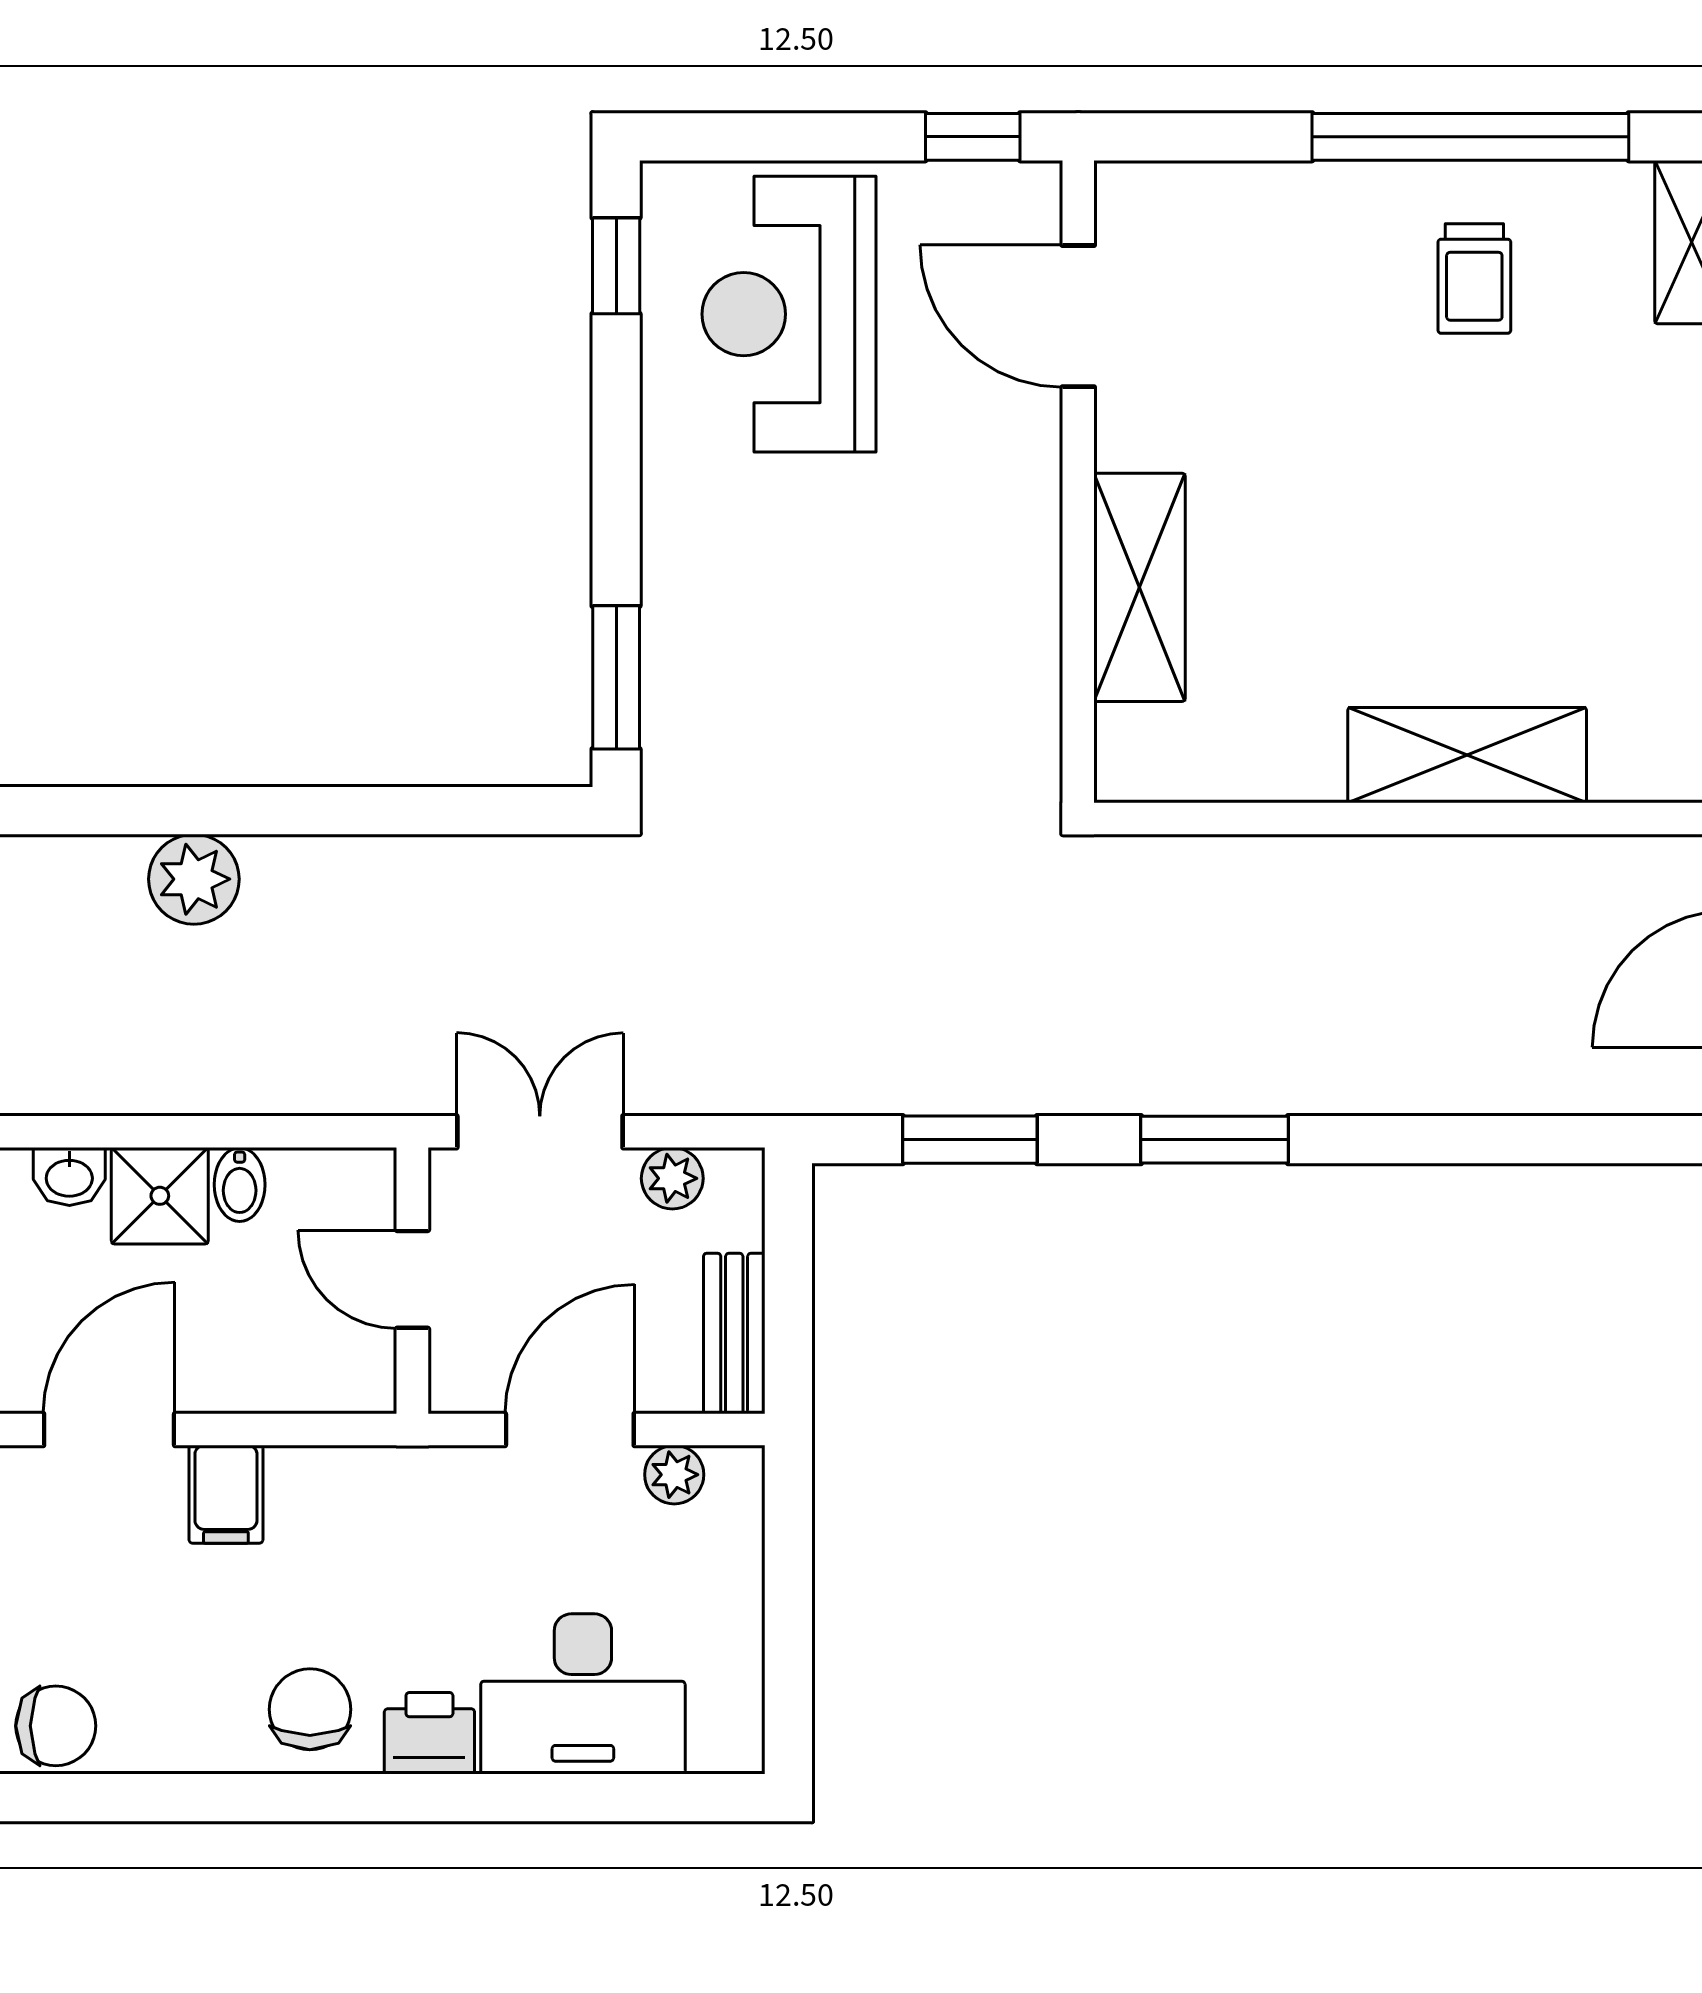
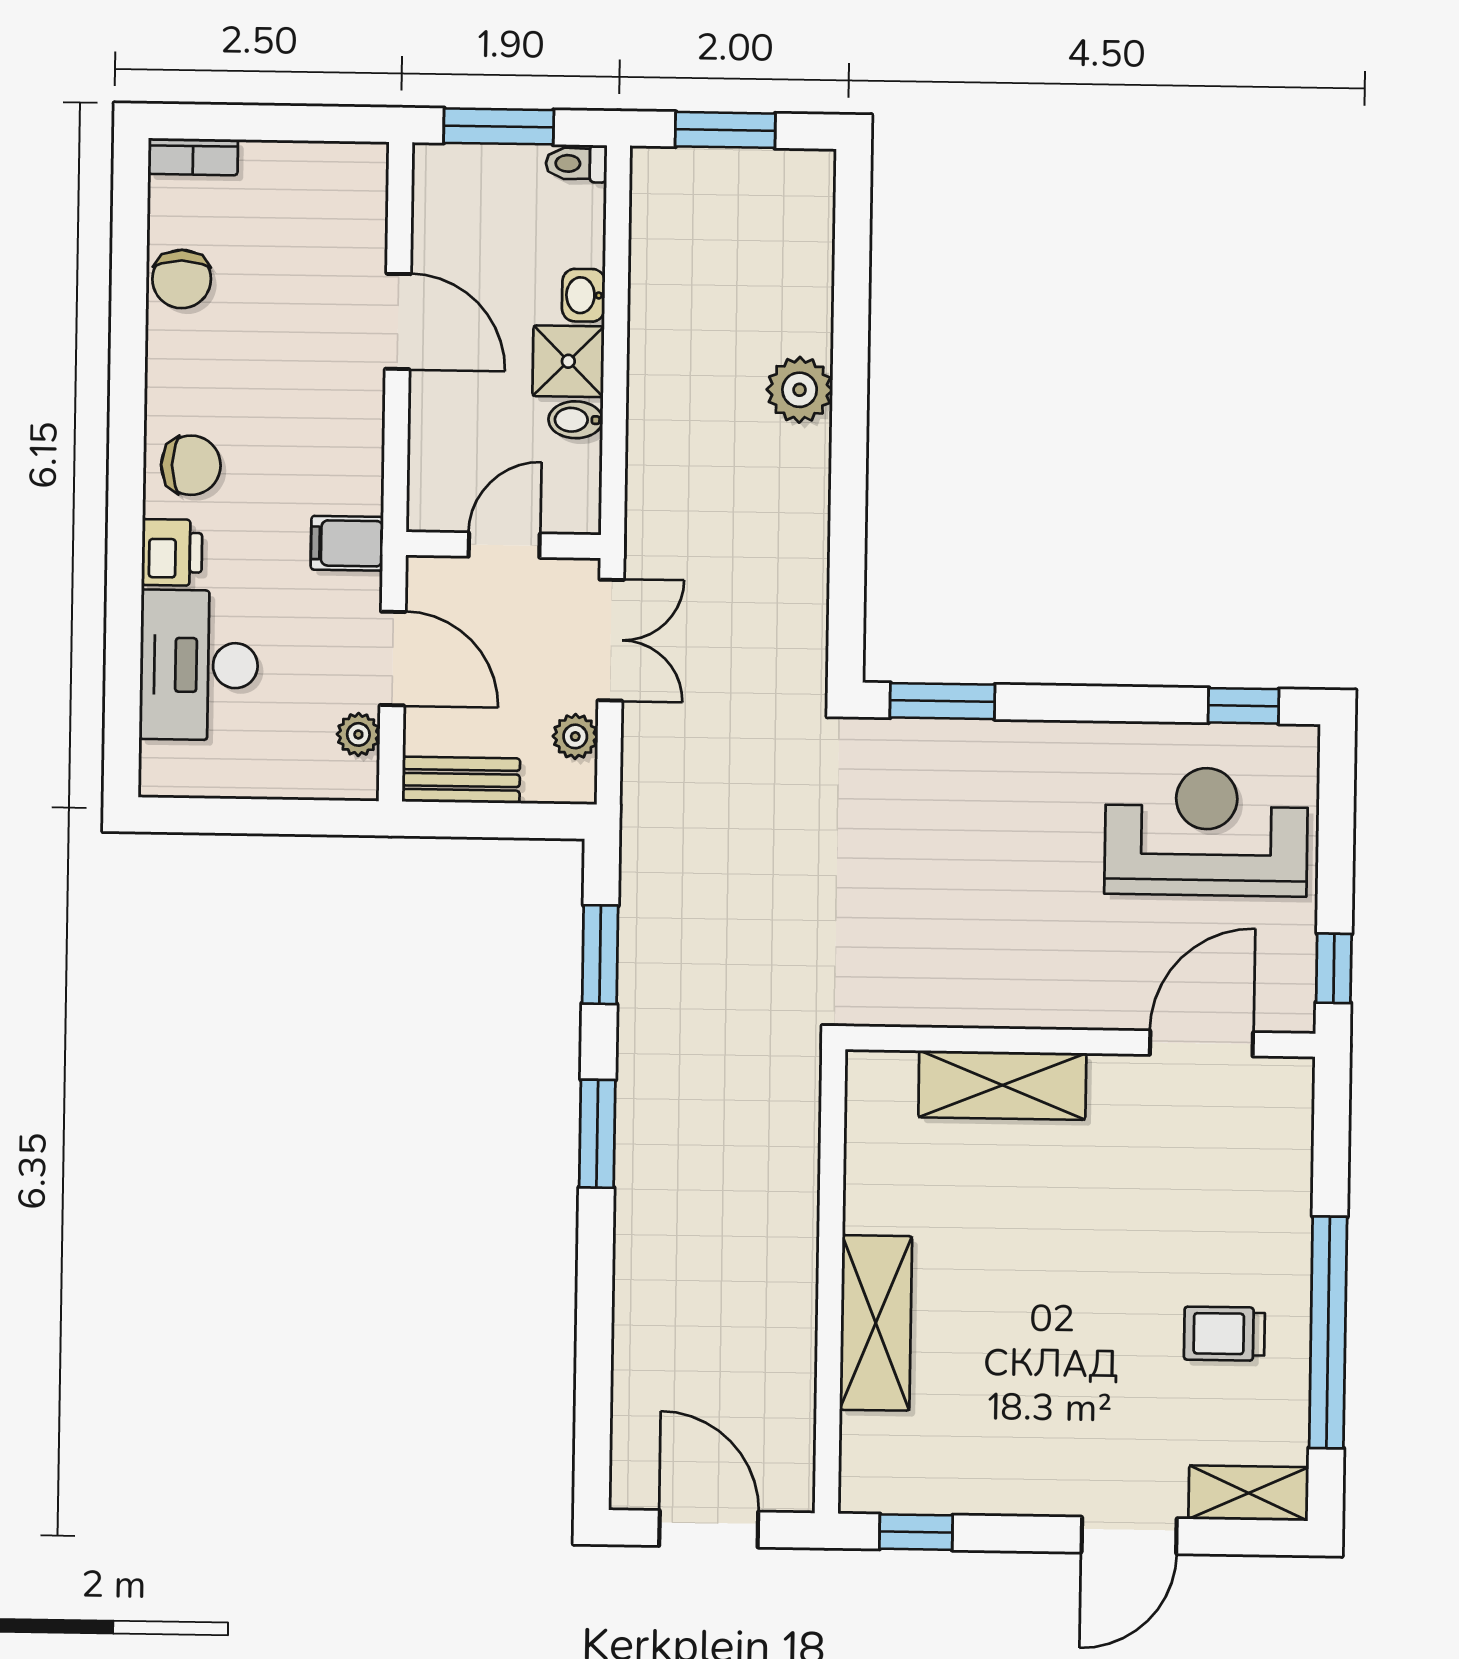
filing cabinet: (226, 1494) -> (347, 543), moved

